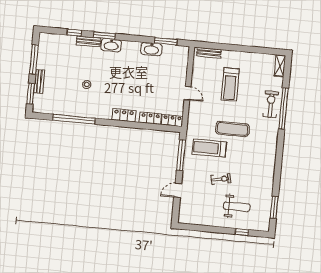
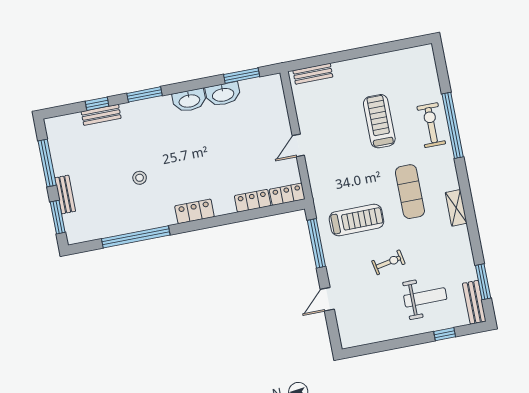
bench: (89, 41) -> (101, 115), moved
washbasin: (111, 45) -> (189, 100), moved
shelving: (280, 66) -> (456, 208), moved
treadmill: (230, 85) -> (379, 121), moved, turned 180
door: (187, 93) -> (298, 145), swing flipped
locker: (124, 115) -> (194, 211), moved
exercise mat: (232, 129) -> (410, 192), moved, turned 90
treadmill: (209, 148) -> (356, 220), turned 180
bench: (265, 218) -> (474, 302), added

